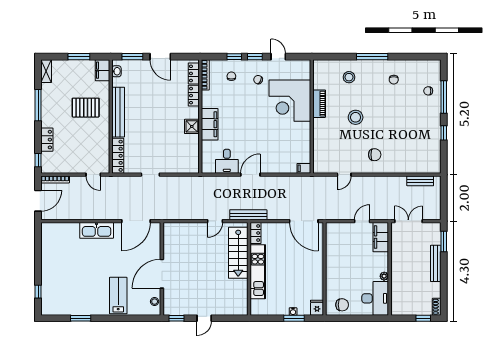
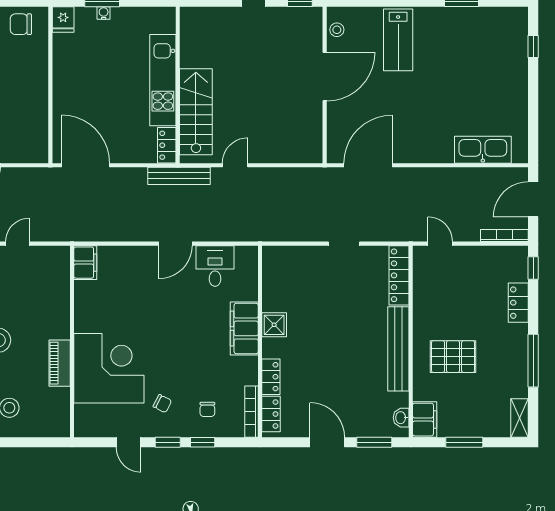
filing cabinet: (304, 168) -> (85, 263), width x2.00
kitchen sink: (97, 230) -> (483, 150), moved

